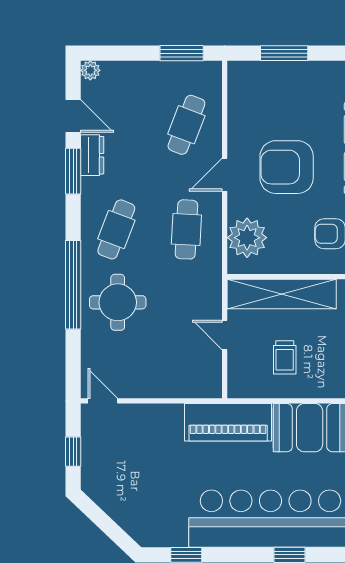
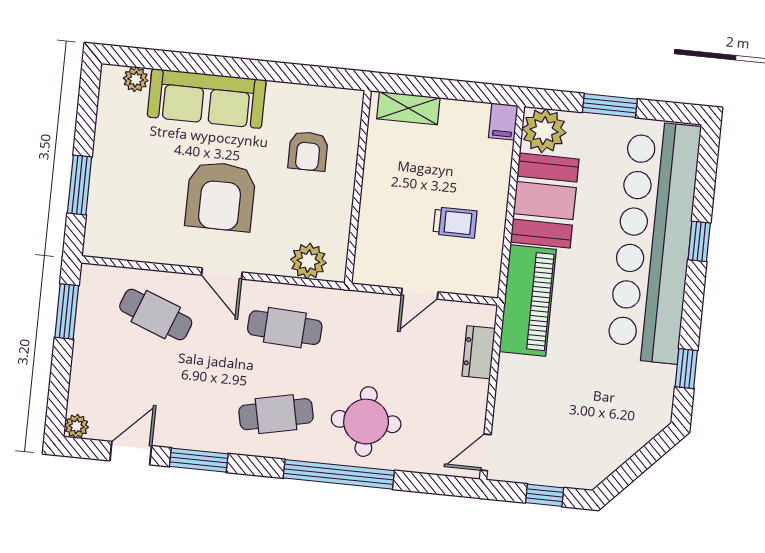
dresser: (92, 155) -> (479, 352), moved, turned -90
cafe table: (116, 229) -> (276, 414), turned -33
plant: (247, 238) -> (308, 261), width x0.73, depth x0.73
shelving: (282, 294) -> (376, 218), removed

